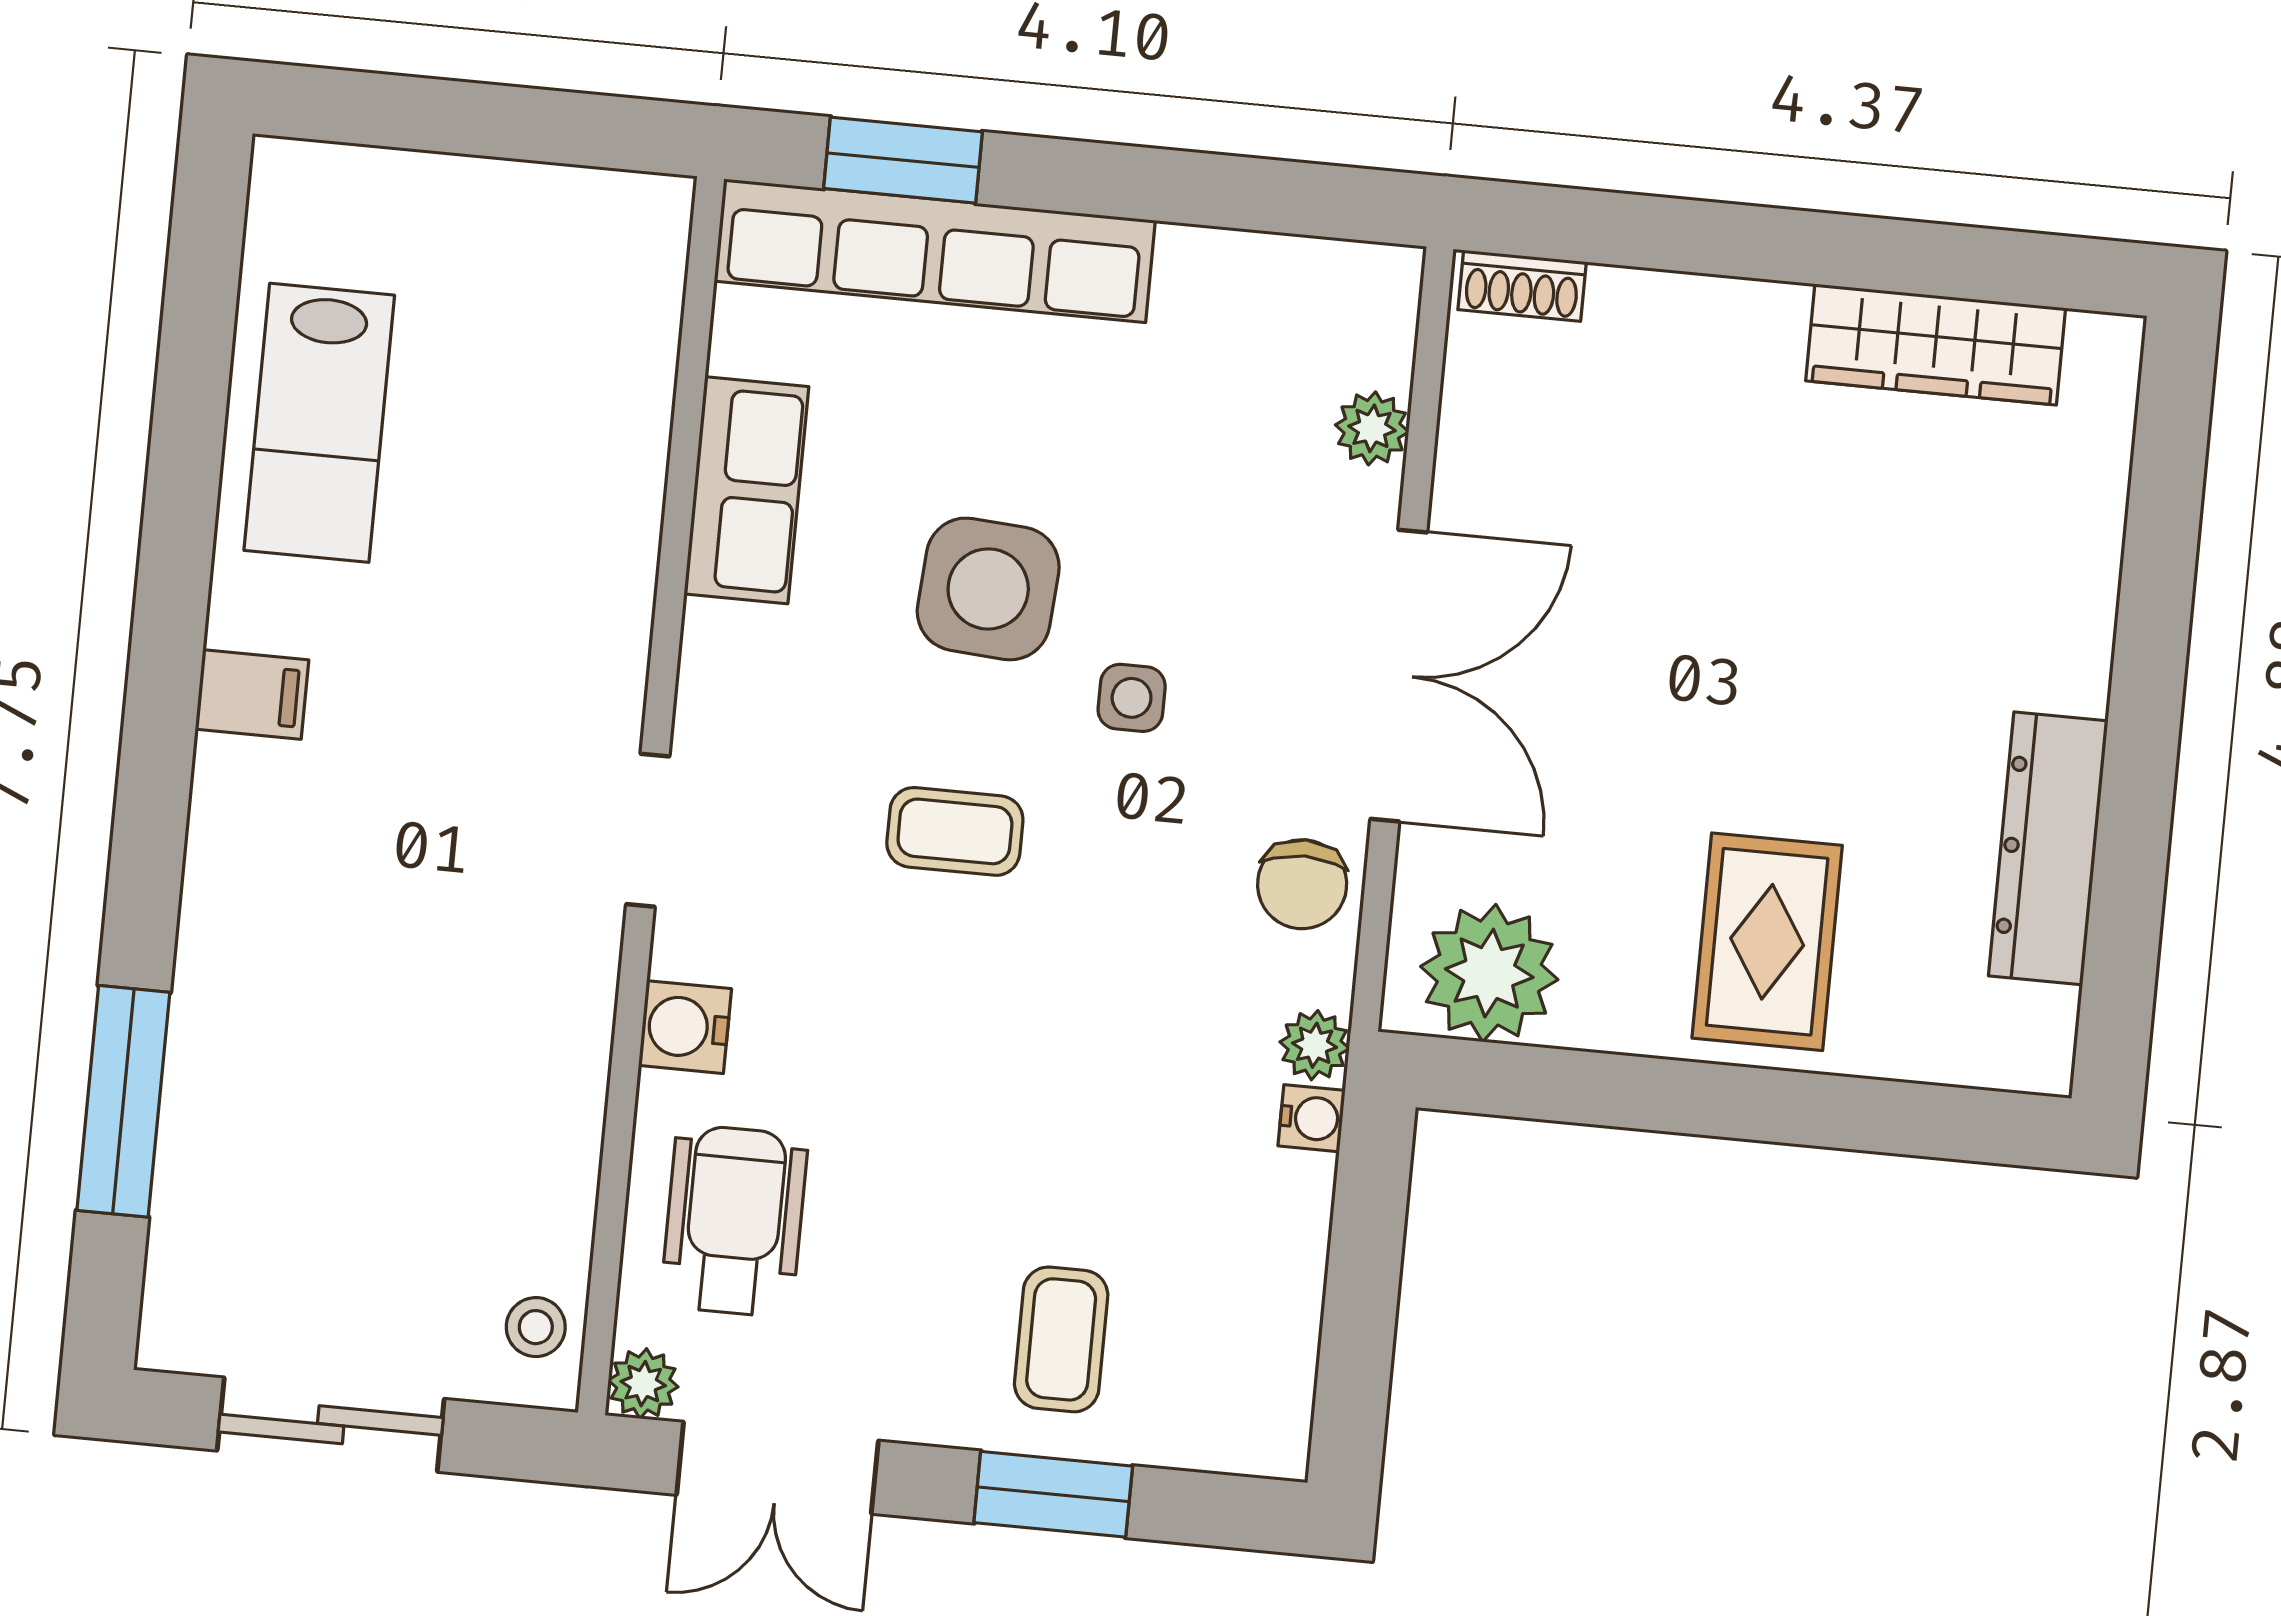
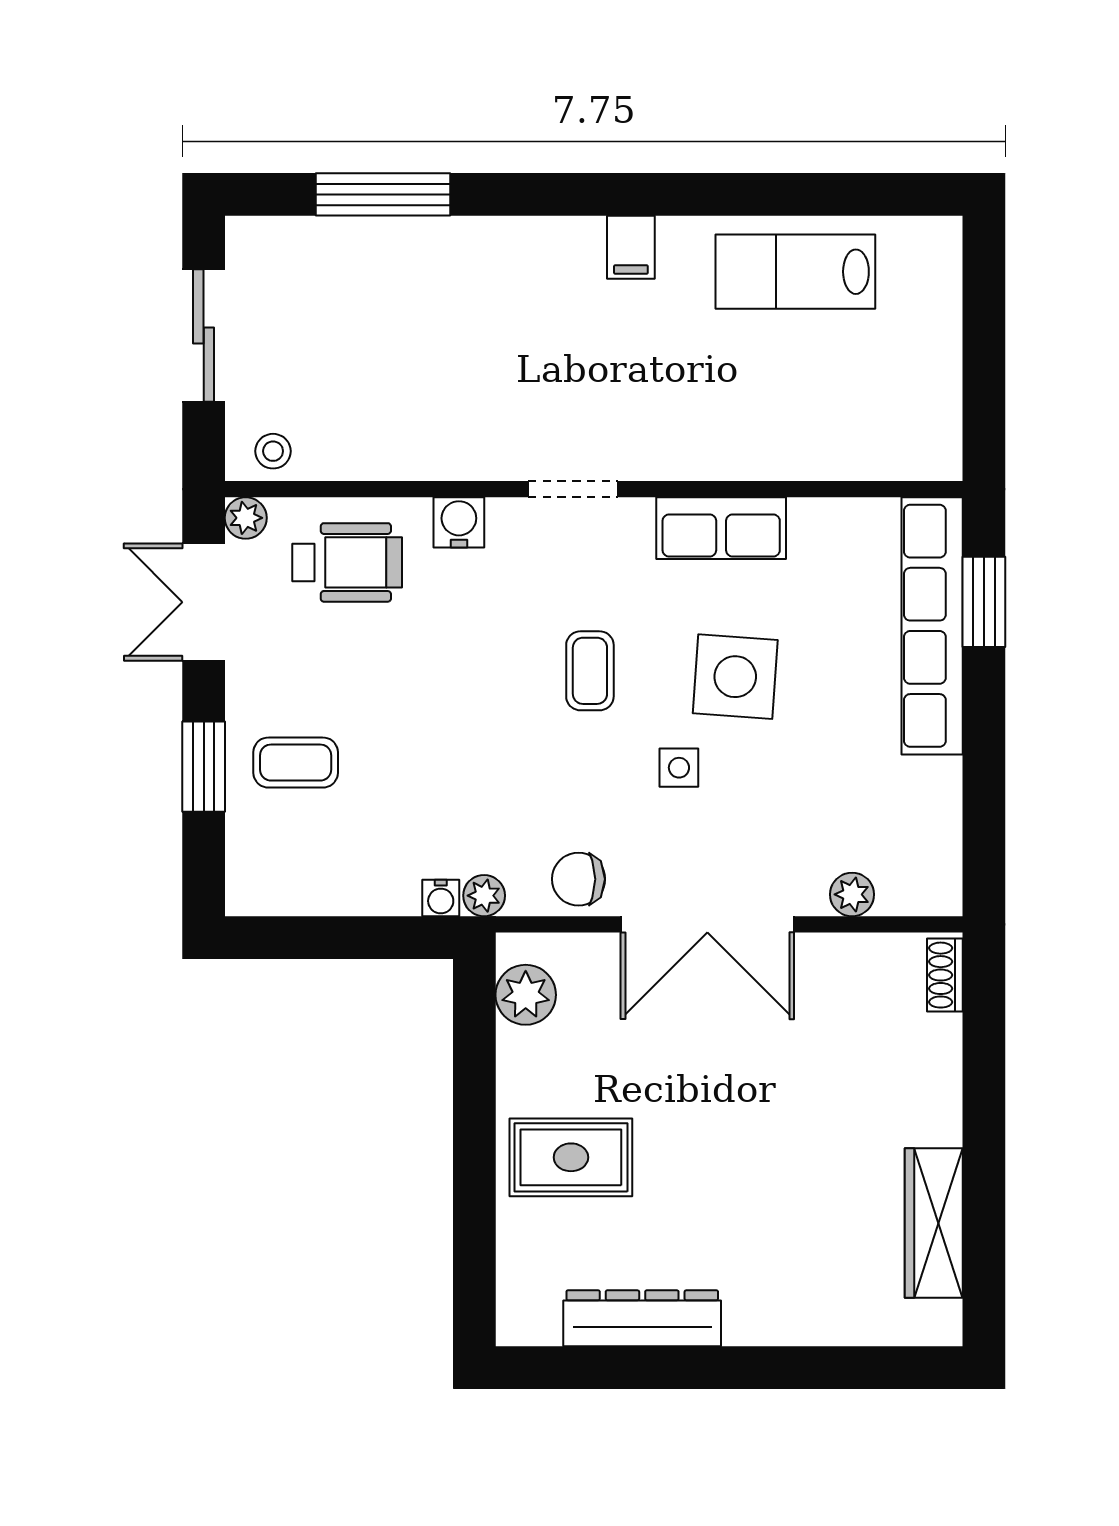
row of seats: (746, 490) -> (721, 528), moved
plant: (1489, 973) -> (526, 995), width x0.73, depth x0.73

